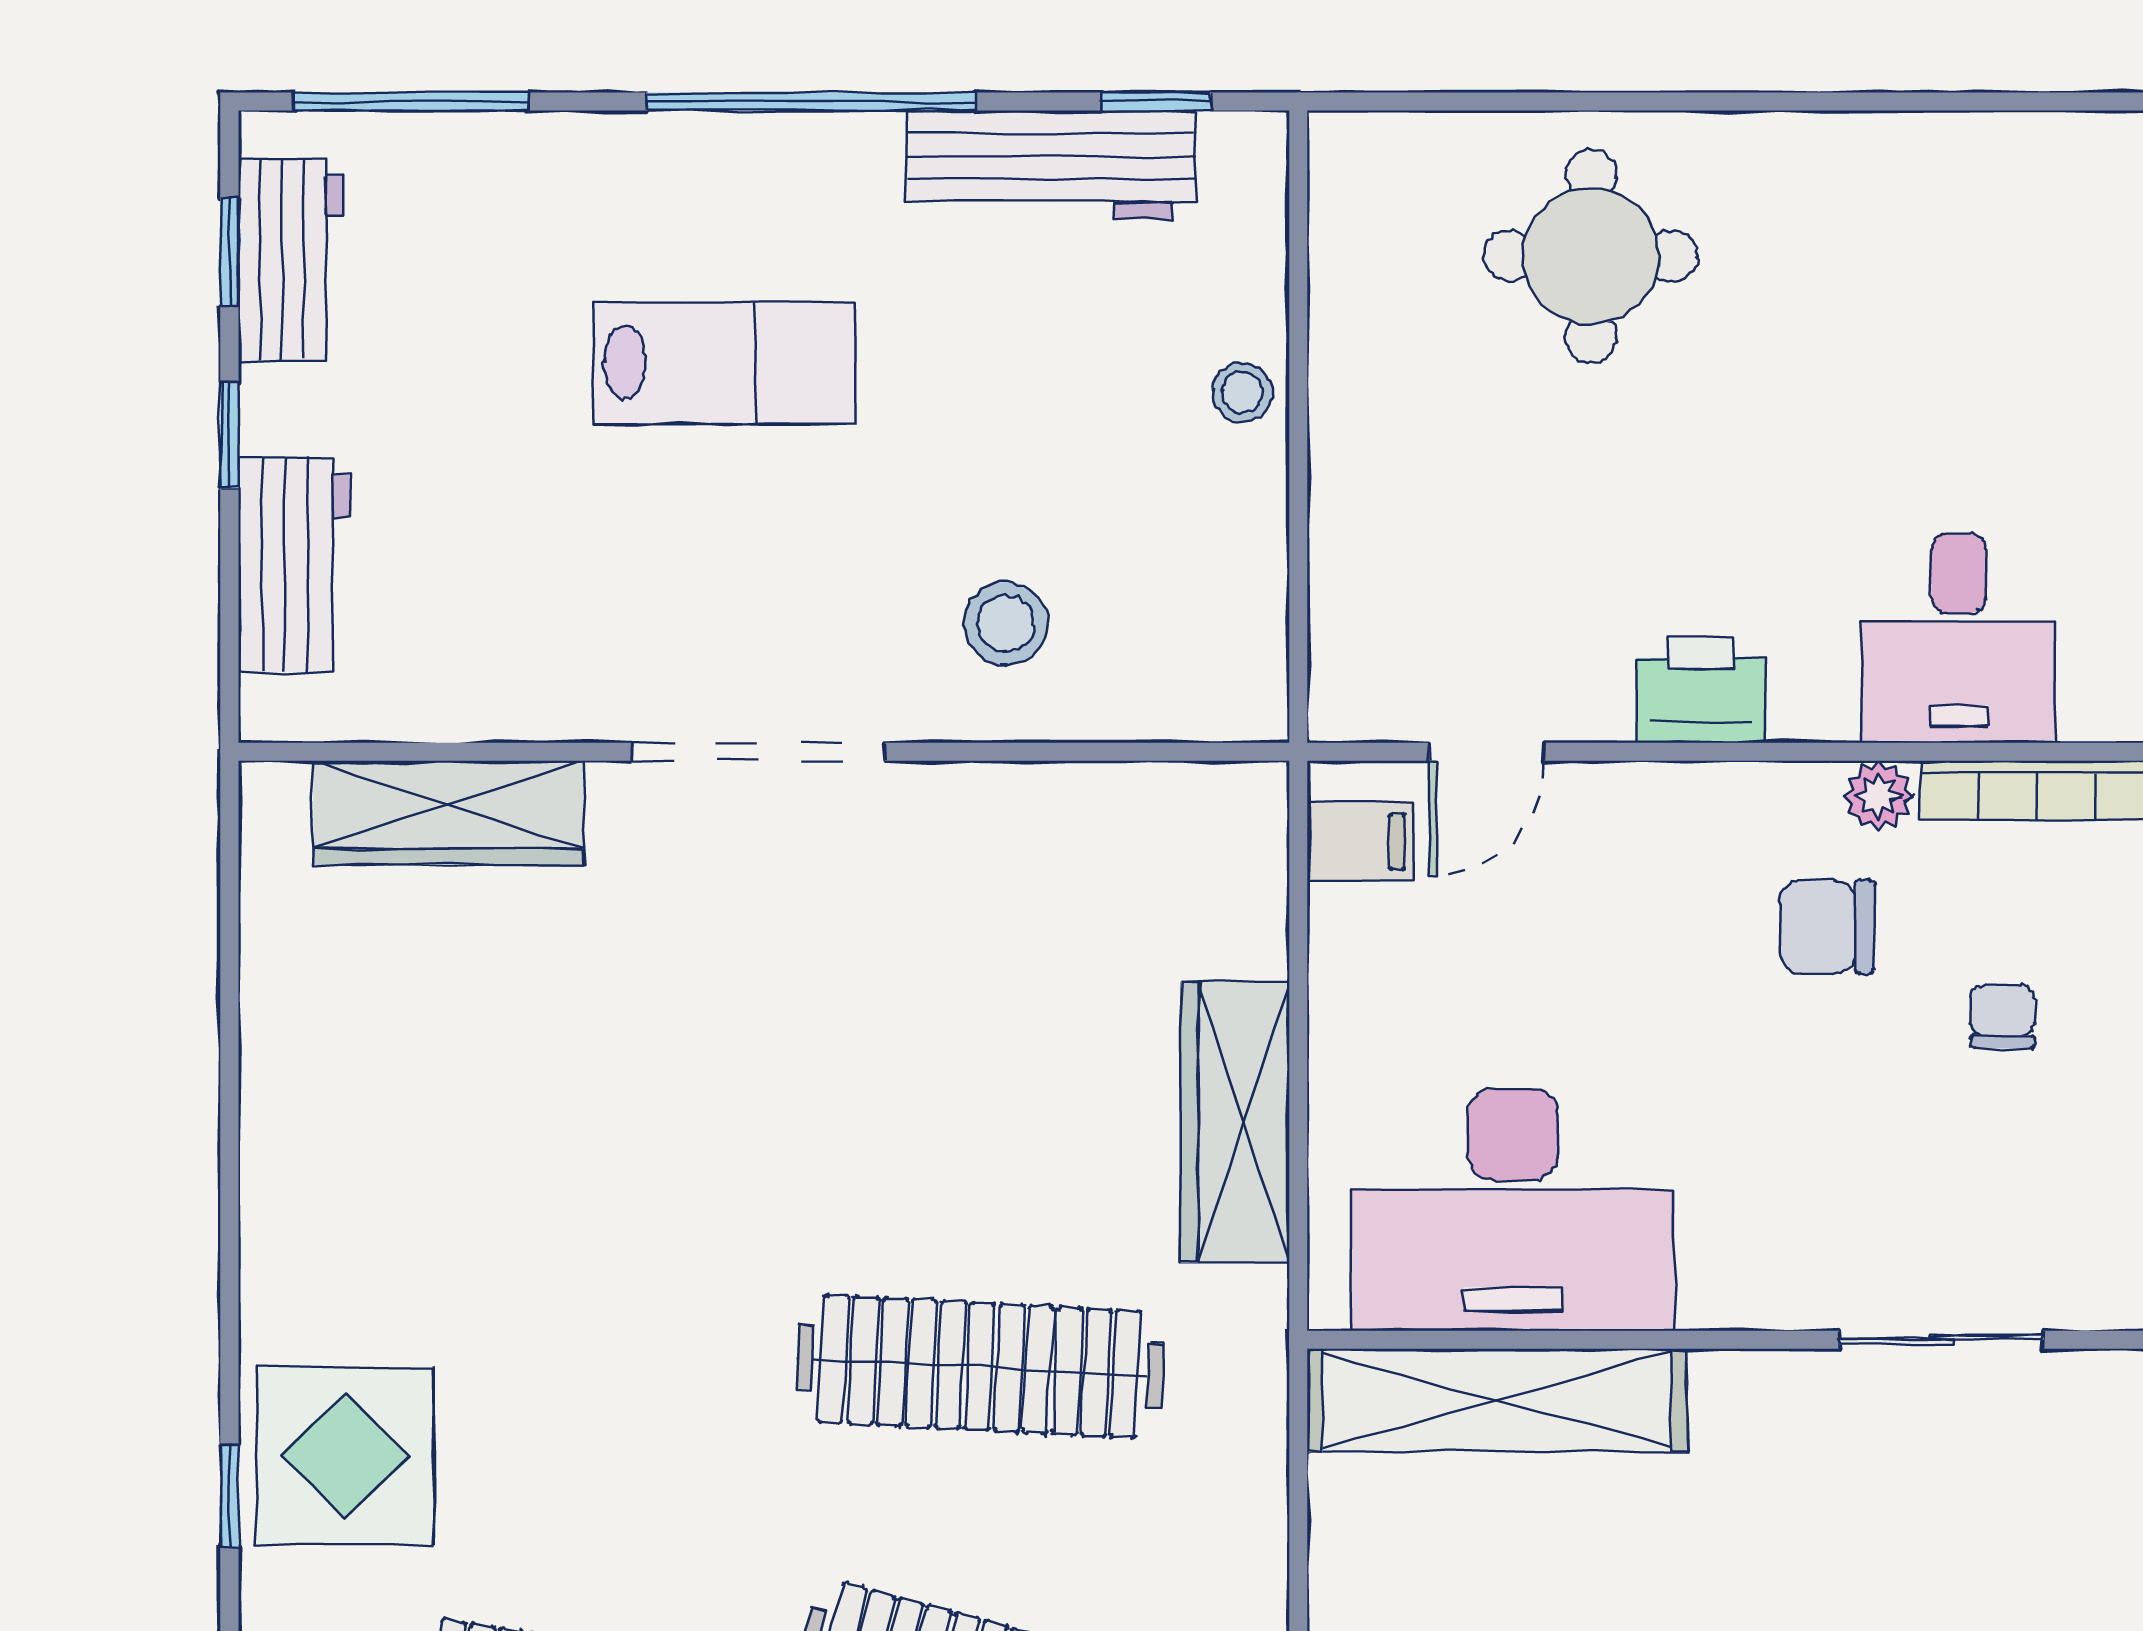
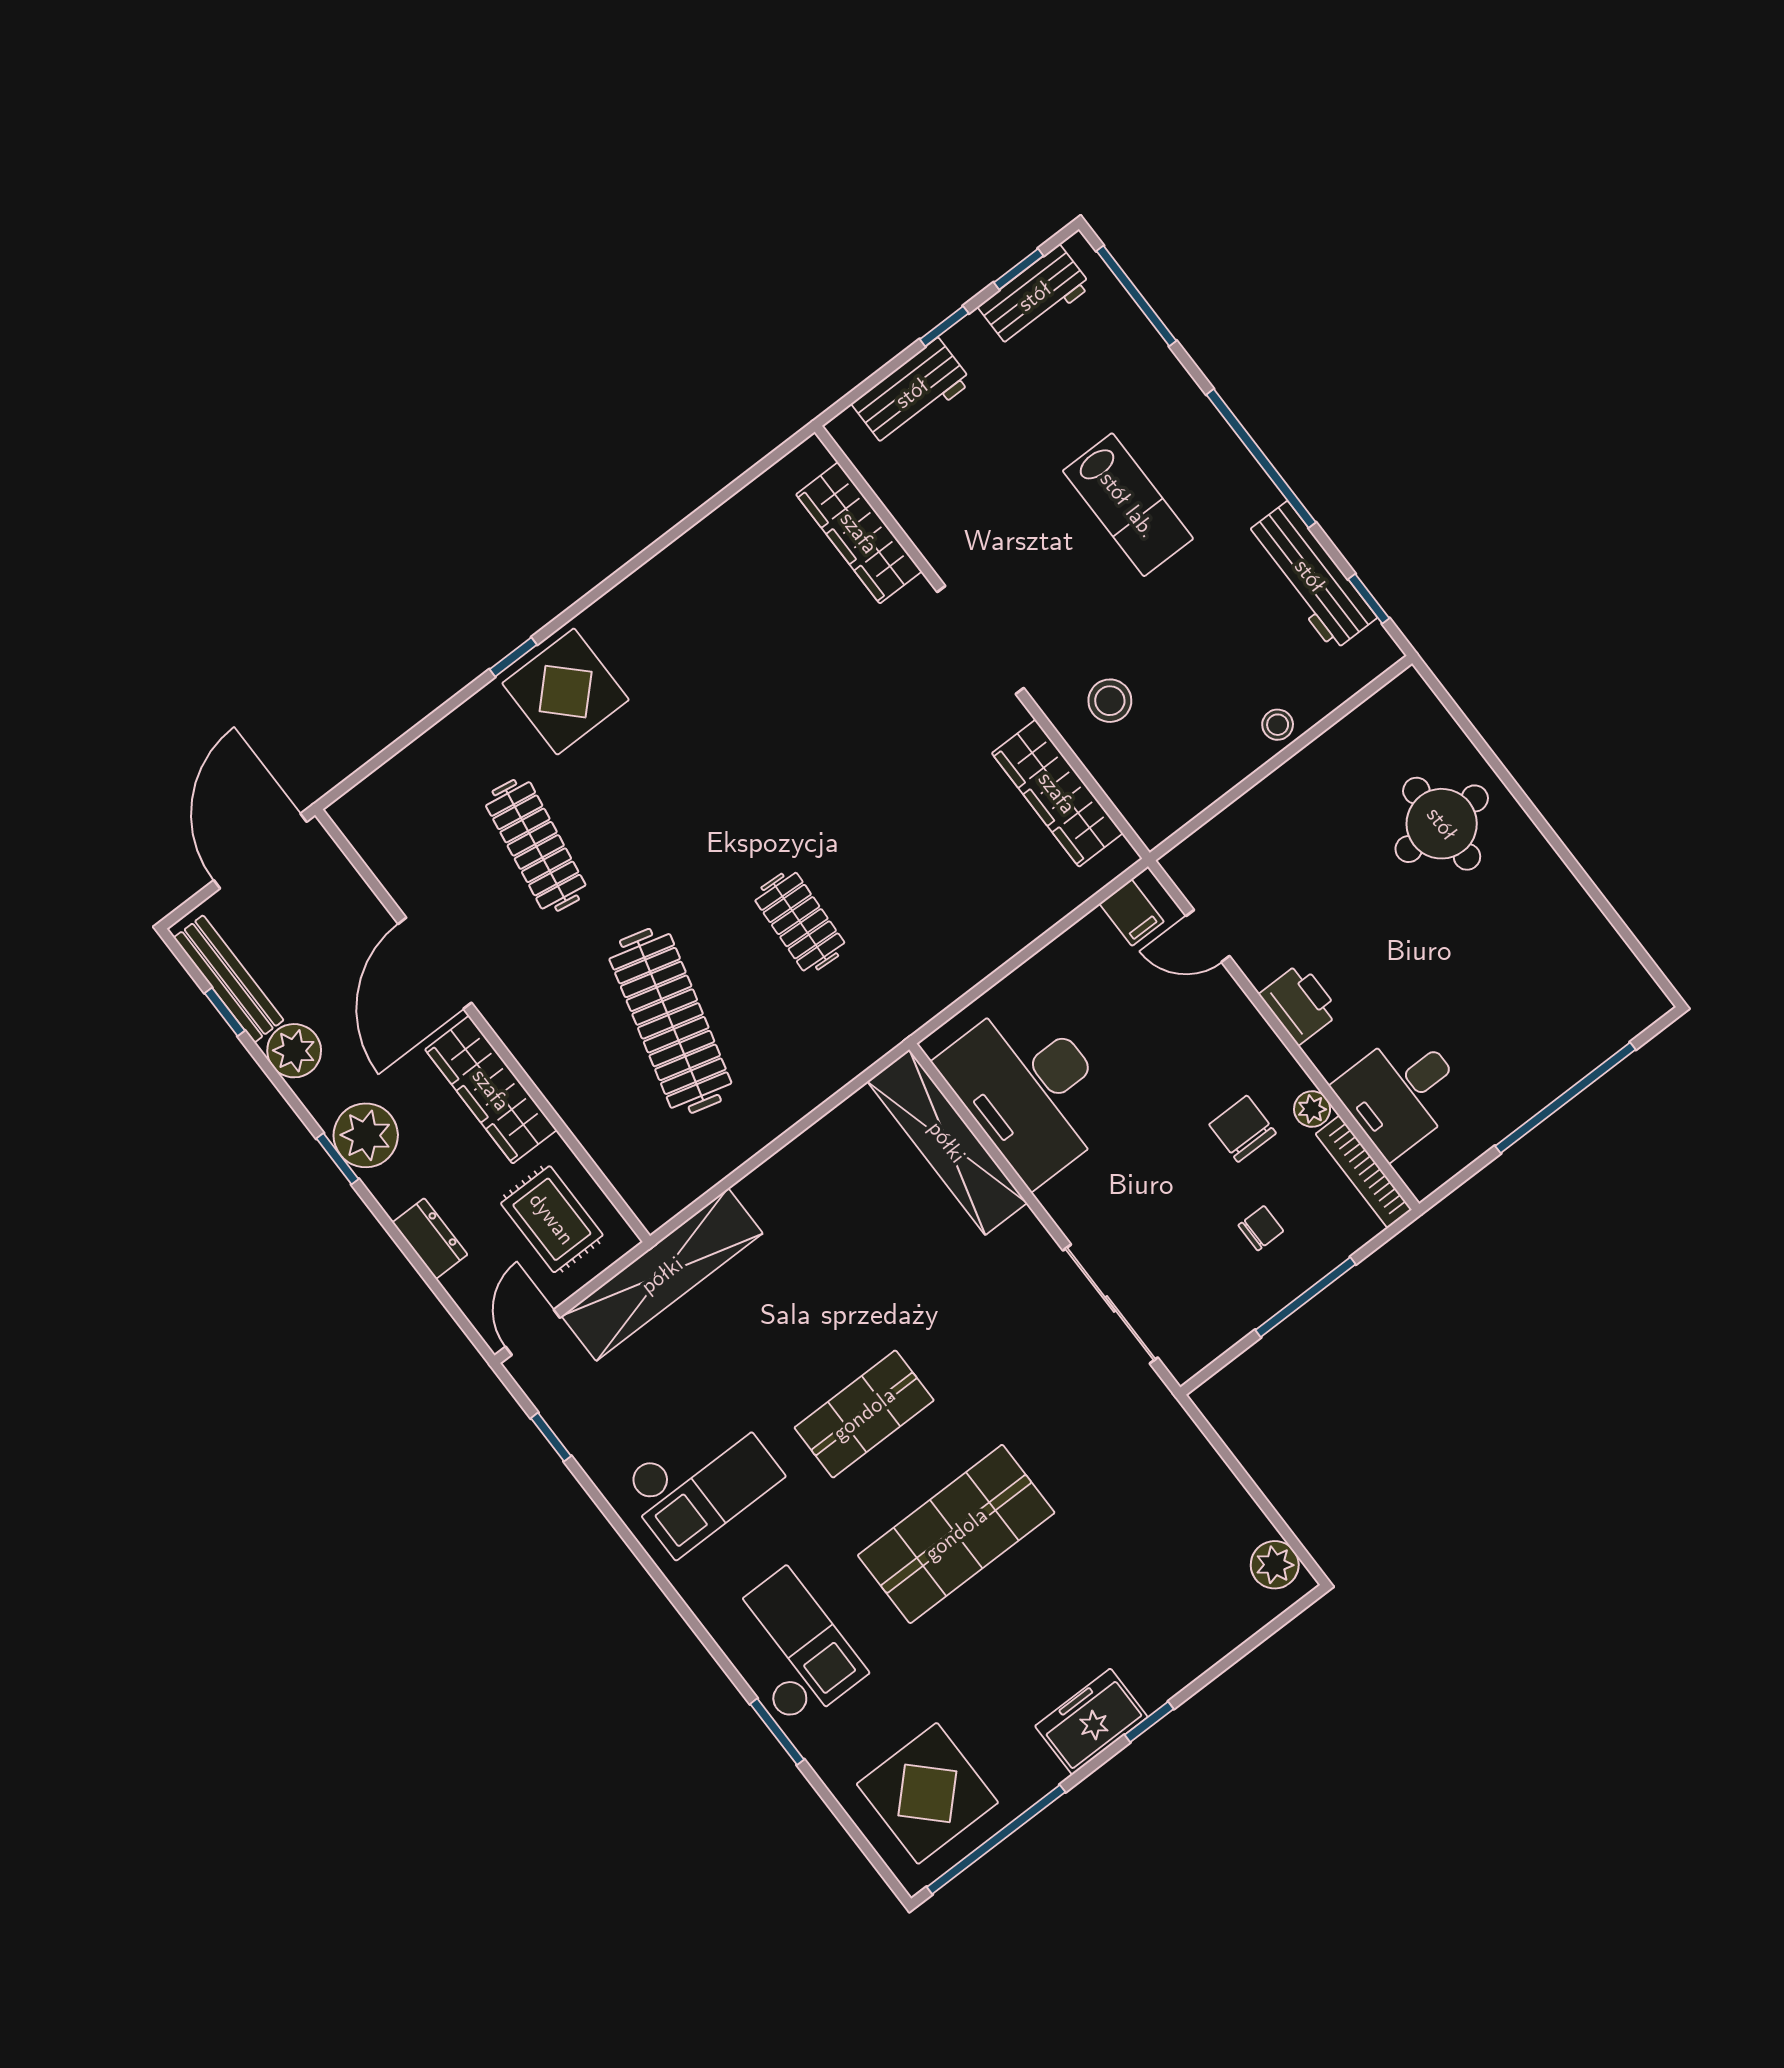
wardrobe: (1235, 1122) -> (1057, 793), moved, turned -90
sliding door: (1941, 1340) -> (1110, 1304), width x1.37
clothes rail: (980, 1366) -> (800, 922), width x0.54, depth x0.76

